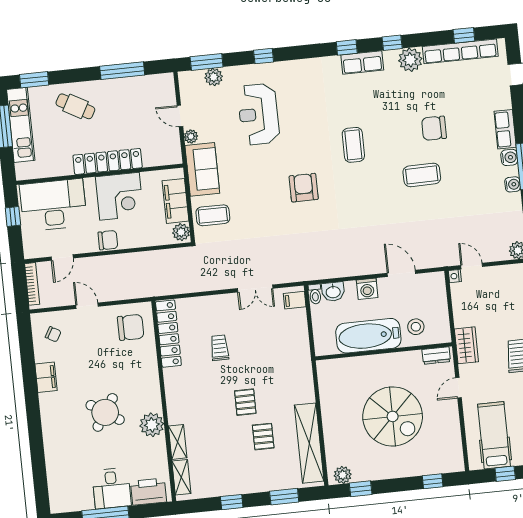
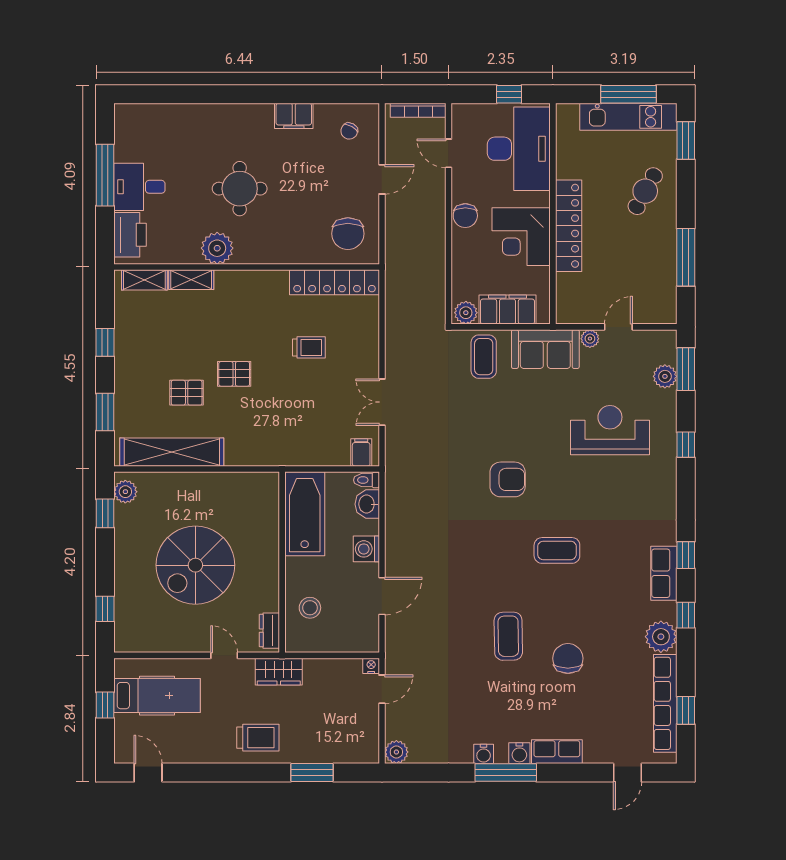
bathtub: (368, 336) -> (305, 514), moved
round table: (105, 412) -> (240, 189), turned -33

